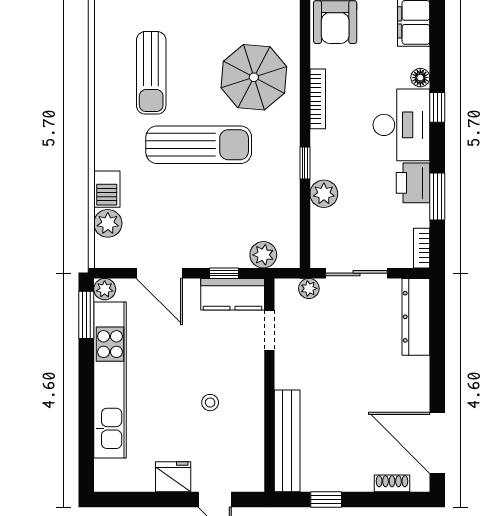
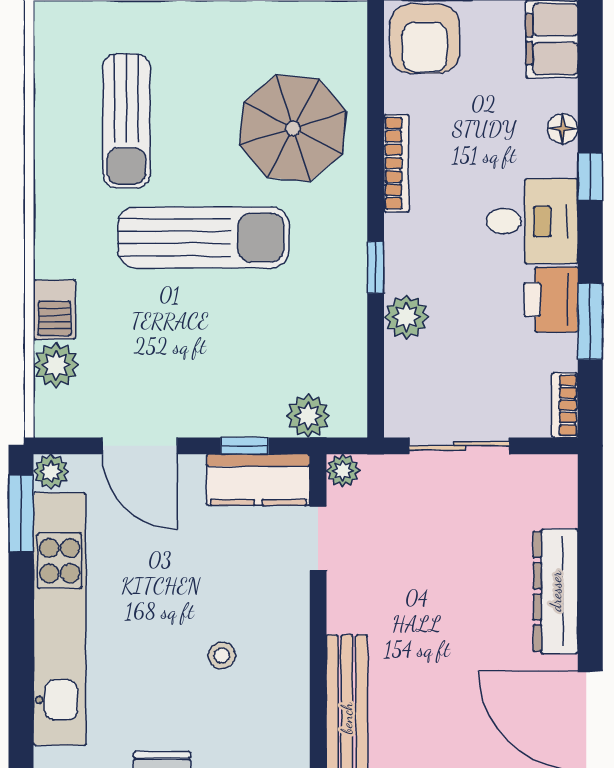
desk: (401, 125) -> (532, 221), width x0.73
plant: (309, 288) -> (343, 471), moved
dresser: (416, 317) -> (556, 591), moved

